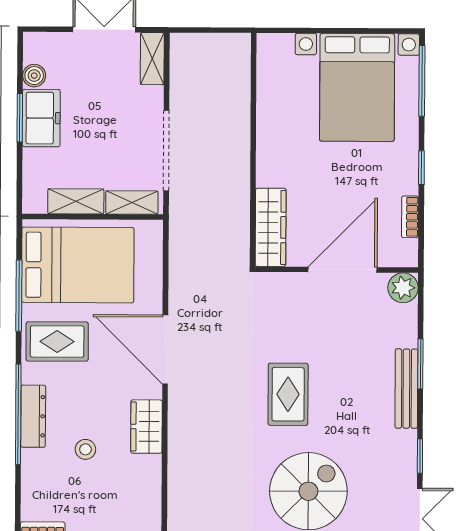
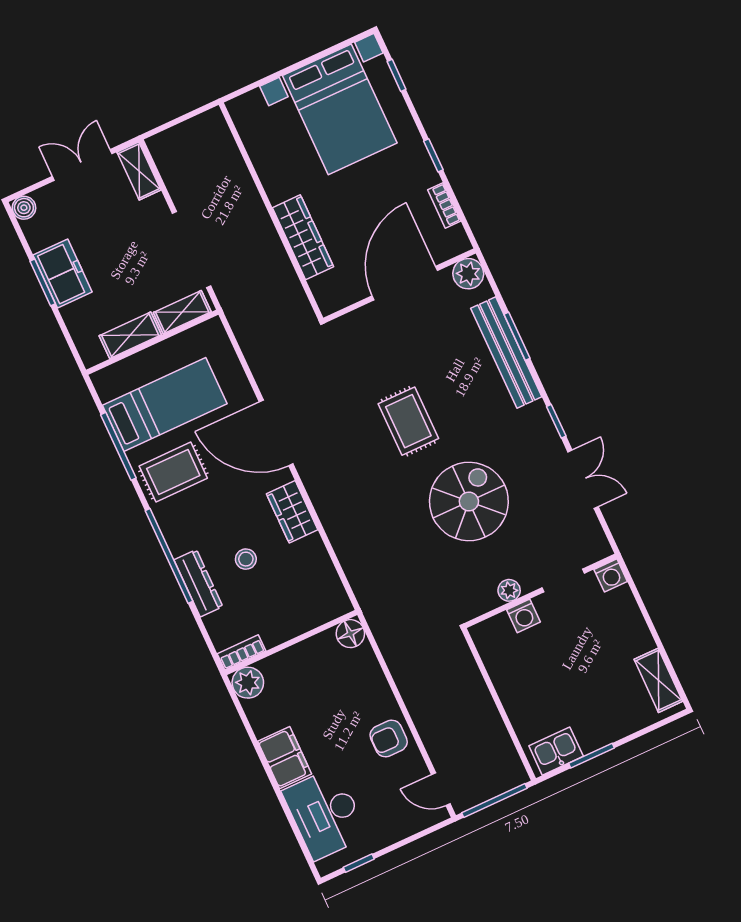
boiler: (34, 76) -> (24, 208), moved
window: (422, 81) -> (396, 75), width x0.46
wardrobe: (271, 227) -> (303, 237), moved
bed: (78, 265) -> (165, 404), width x0.67
bench: (406, 389) -> (506, 353), width x1.37, depth x1.21
dresser: (33, 416) -> (198, 583), moved

